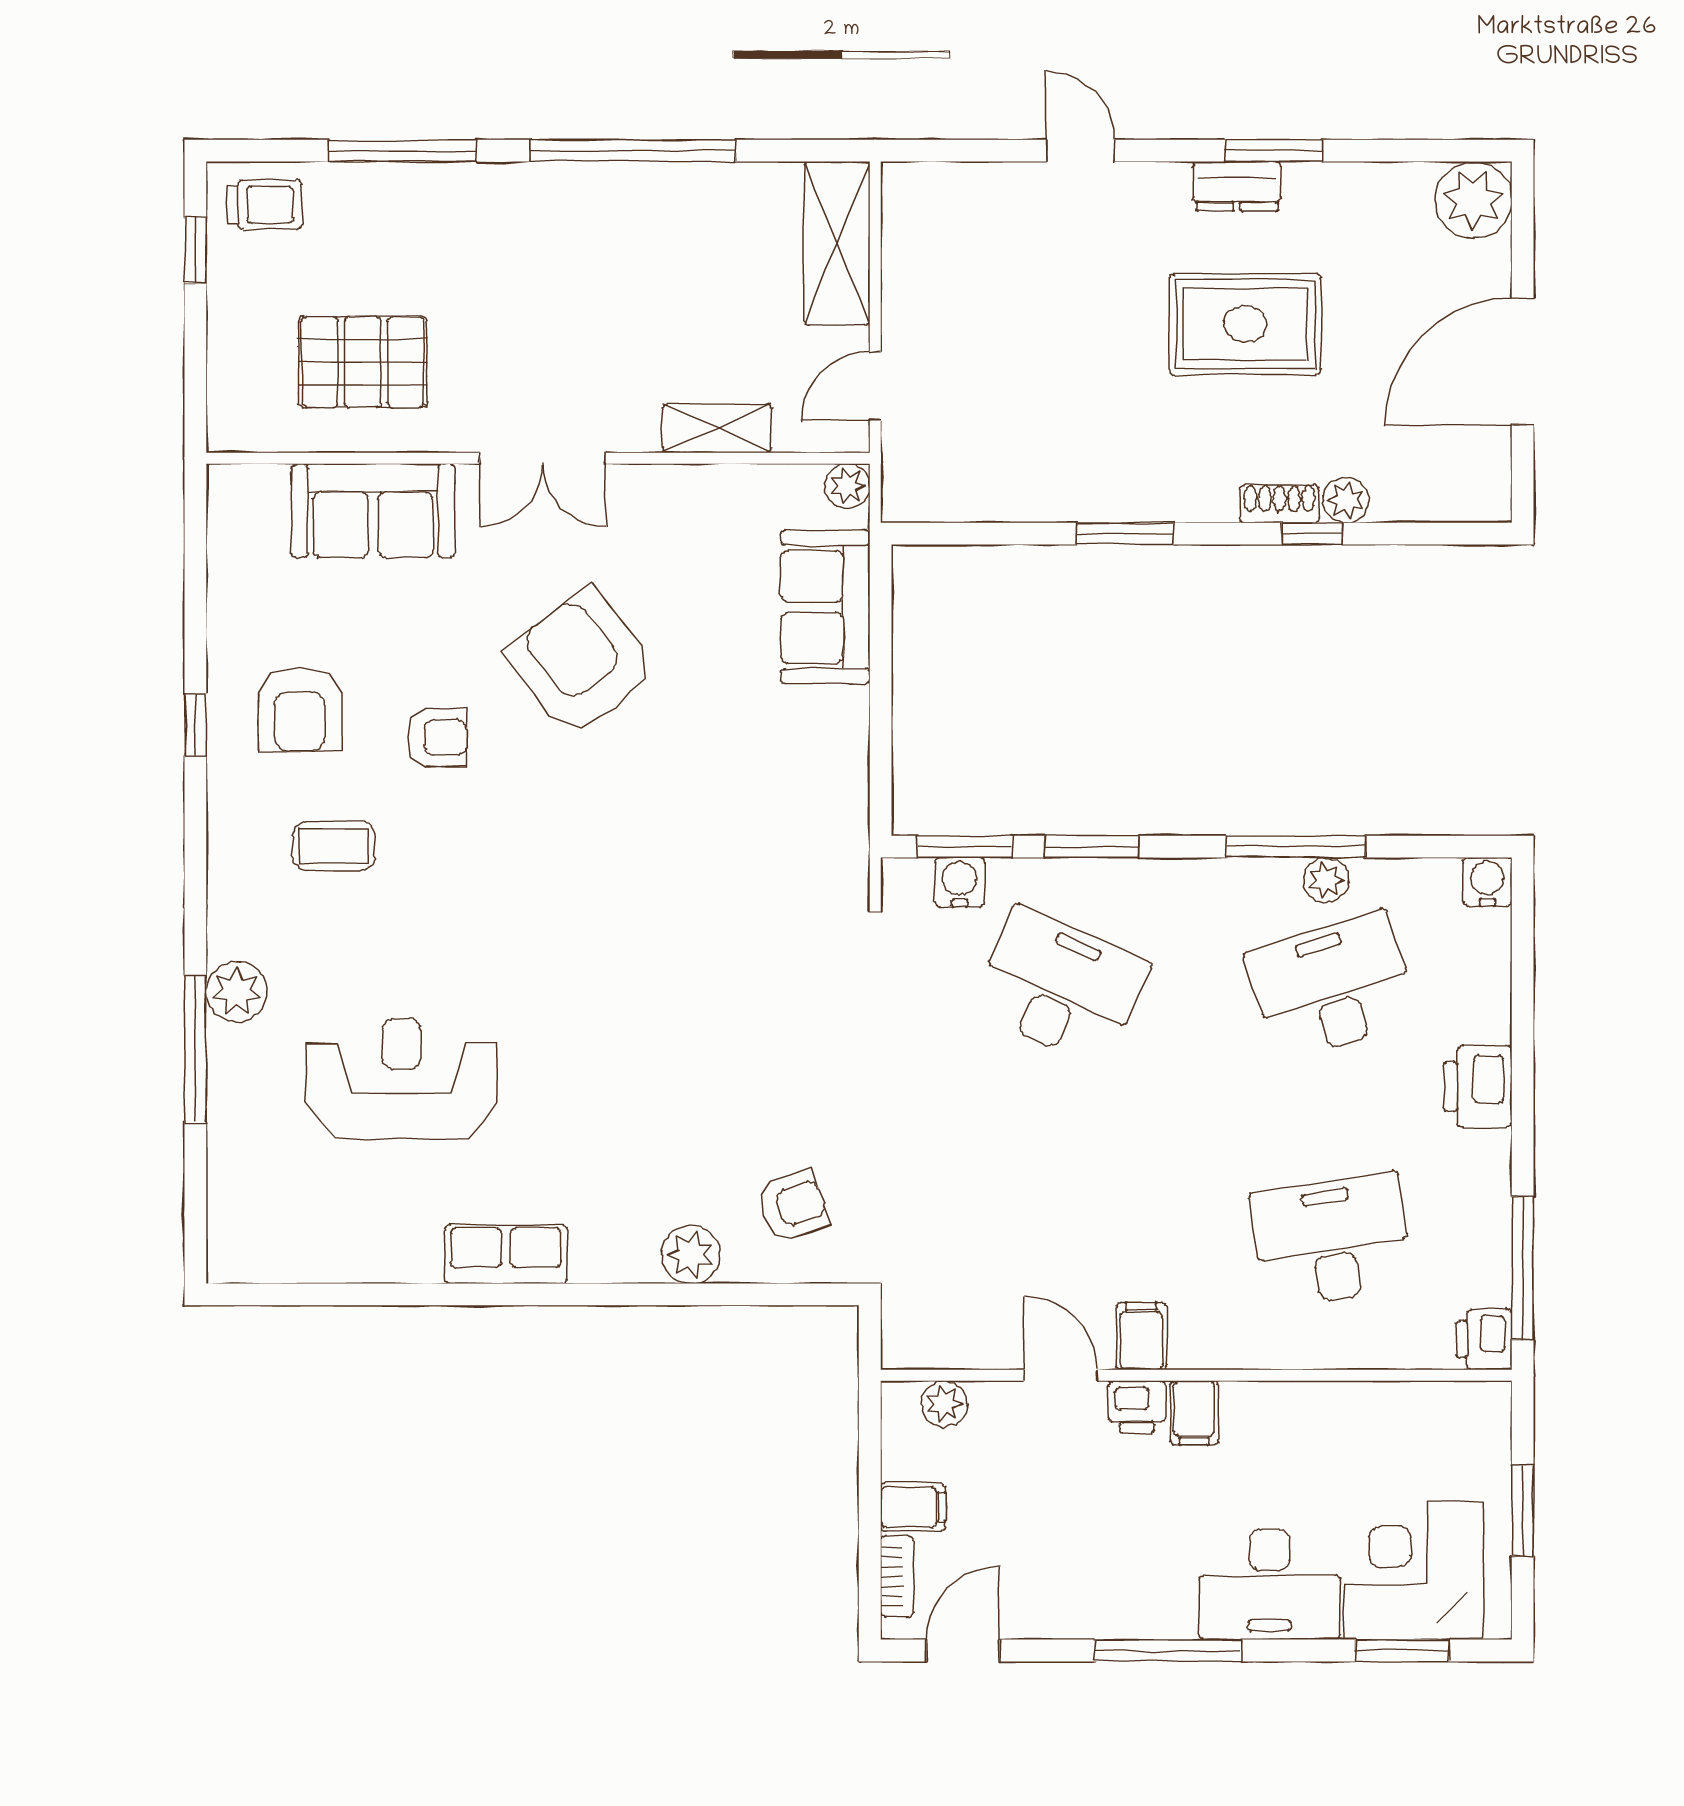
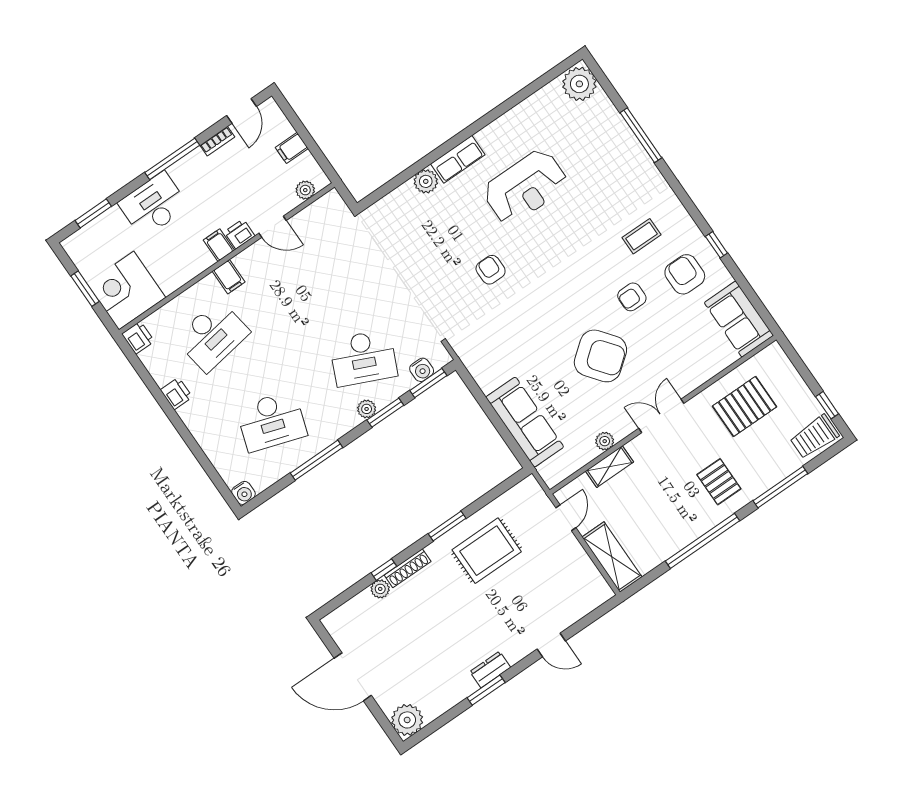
trolley: (265, 205) -> (814, 437), width x1.36, depth x1.39
pallet: (518, 246) -> (719, 482), added
rug: (1245, 324) -> (487, 551), moved
door: (1523, 362) -> (353, 677), swing flipped
plant: (847, 486) -> (605, 441), moved
shoe rack: (1279, 504) -> (408, 568), width x1.43
sofa: (373, 511) -> (739, 319), moved, turned -90
sofa: (825, 607) -> (525, 422), width x1.36
plant: (1326, 880) -> (367, 409), moved
desk: (1332, 987) -> (271, 421), turned 36
plant: (237, 992) -> (579, 84), moved, width x1.36, depth x1.36
reception desk: (402, 1079) -> (525, 187), moved
printer: (1478, 1086) -> (176, 394), moved, width x0.73, depth x0.81
armchair: (792, 1206) -> (491, 270), moved, turned 109
row of seats: (506, 1254) -> (458, 159), moved
window: (1523, 1268) -> (142, 371), removed
filing cabinet: (1141, 1336) -> (229, 277), moved
corner desk: (1414, 1570) -> (126, 290), moved, turned 180
bookcase: (897, 1576) -> (217, 141), moved, turned -90

